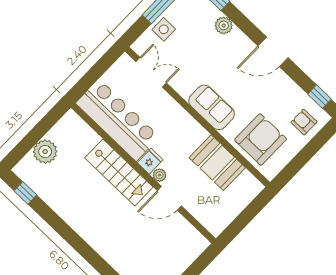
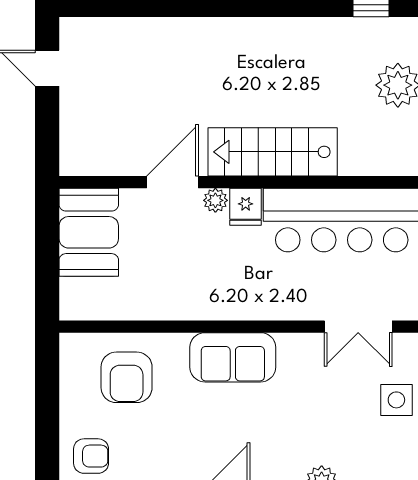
armchair: (261, 139) -> (127, 377), width x0.73, depth x0.73
booth: (217, 163) -> (89, 232), moved, turned 90

